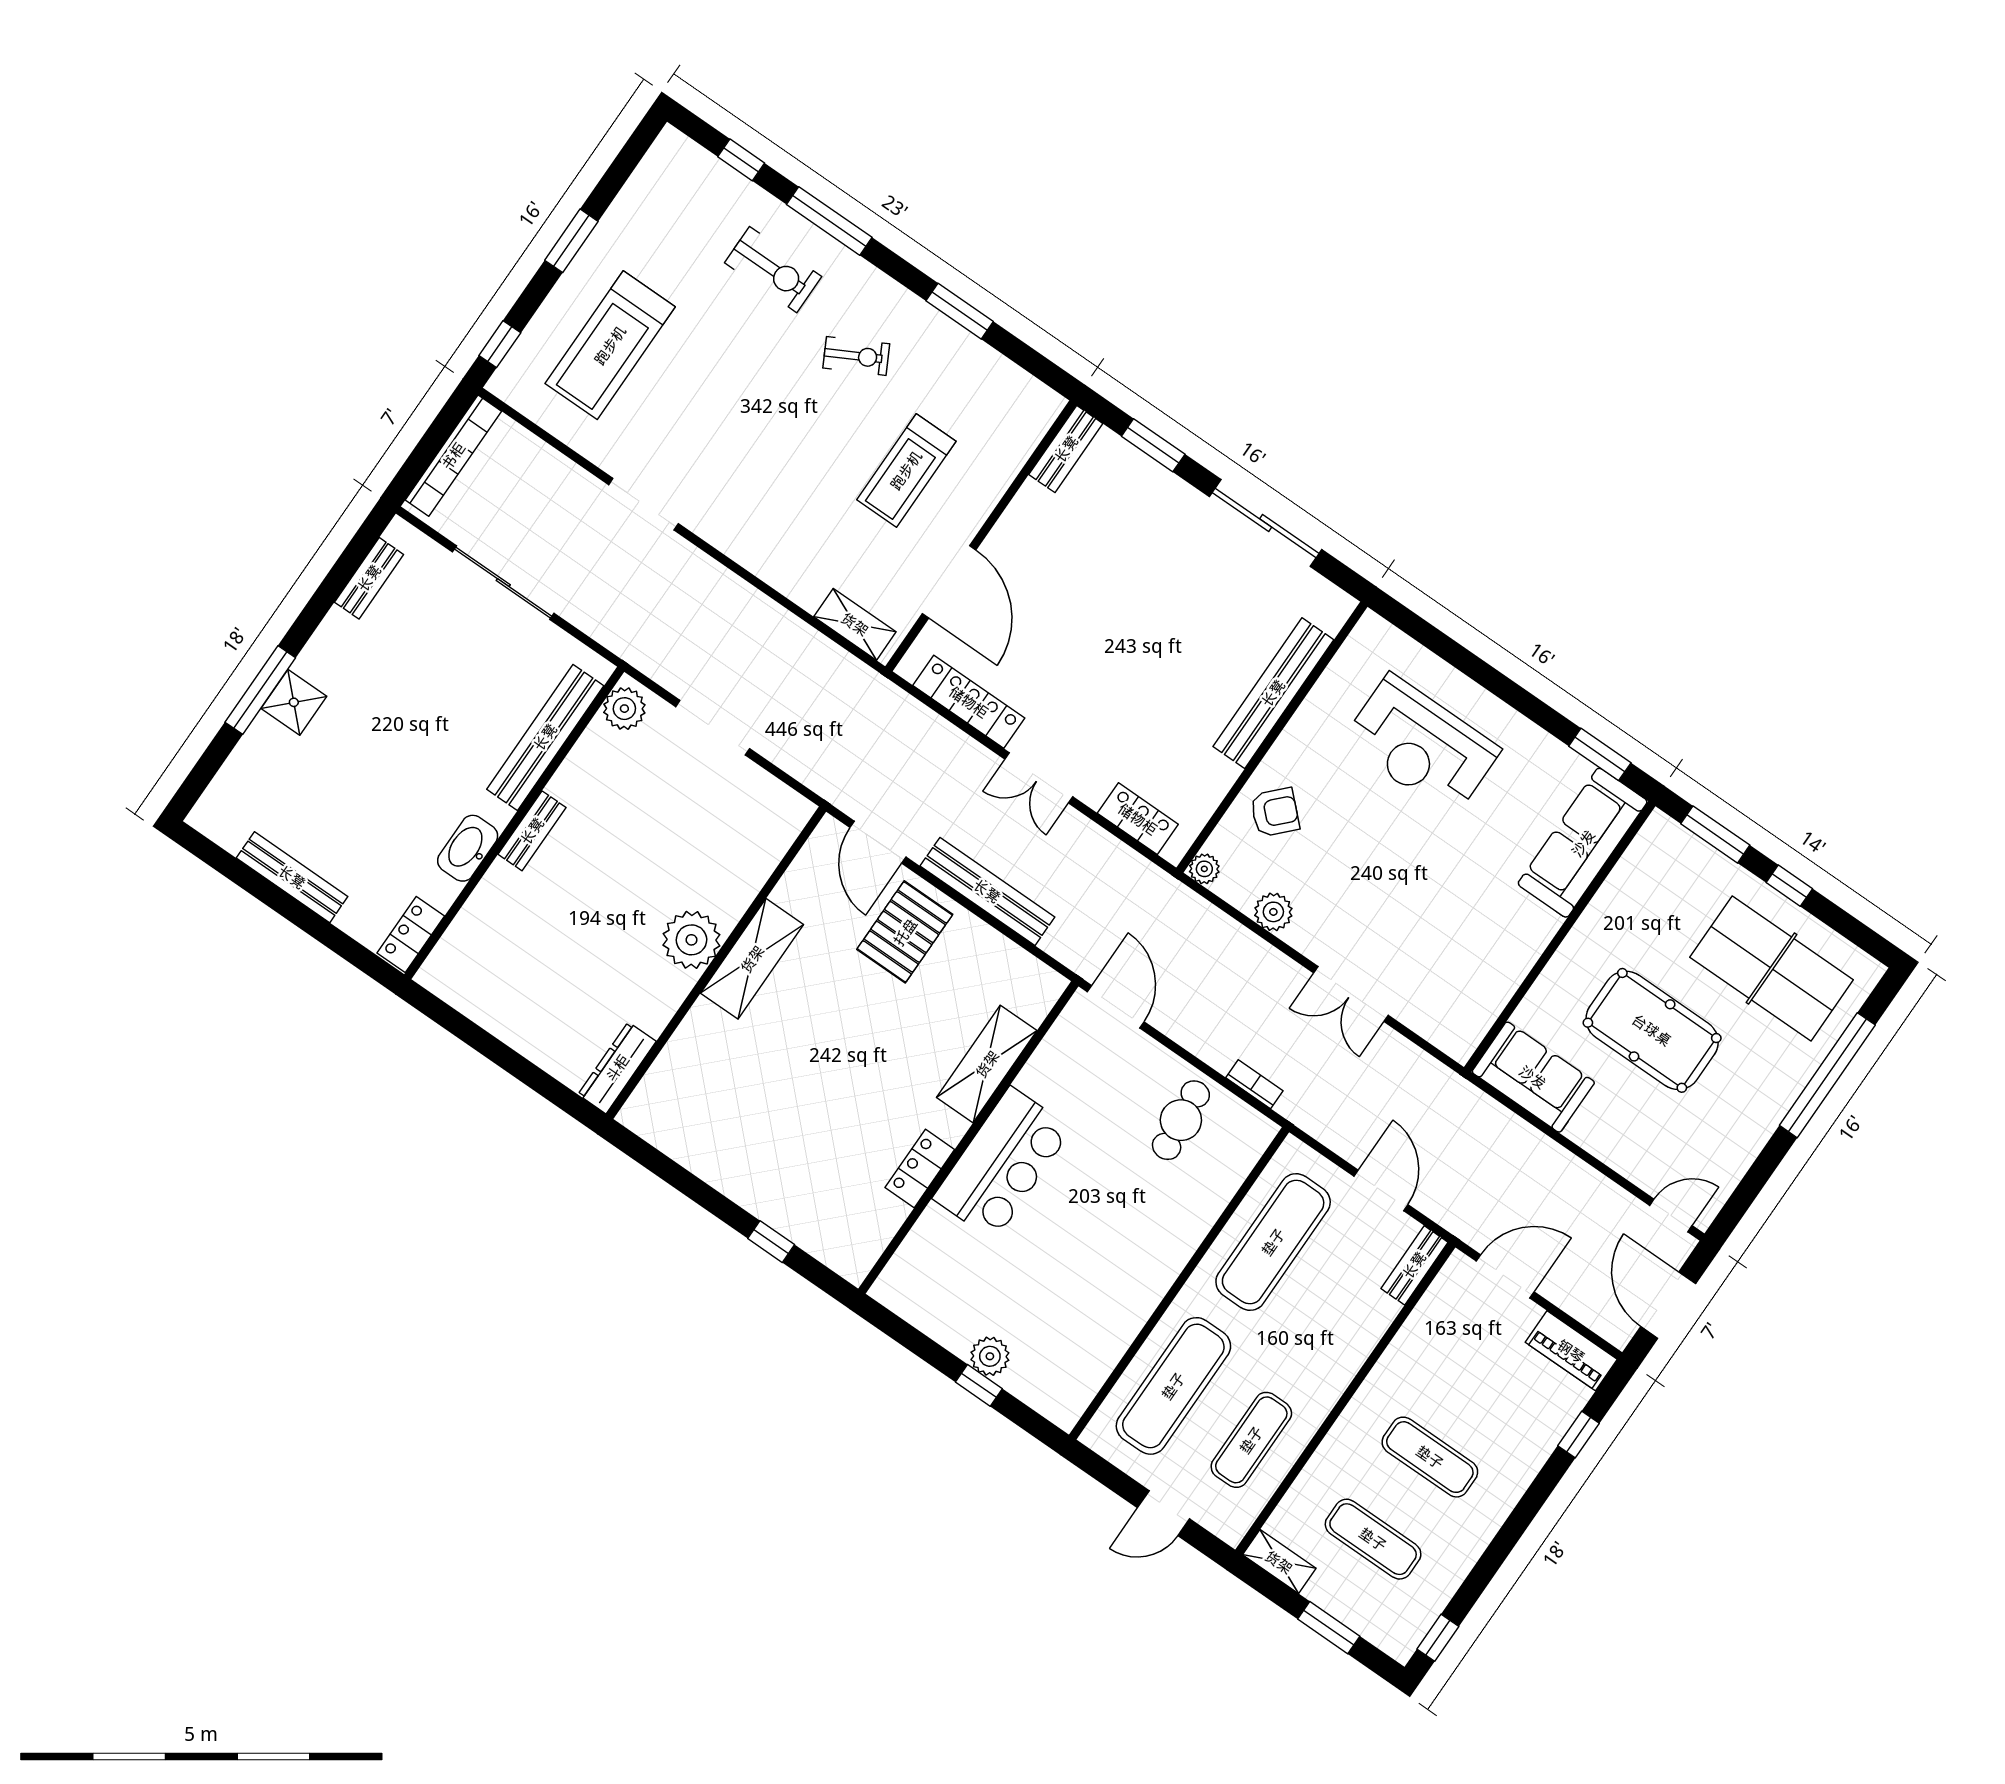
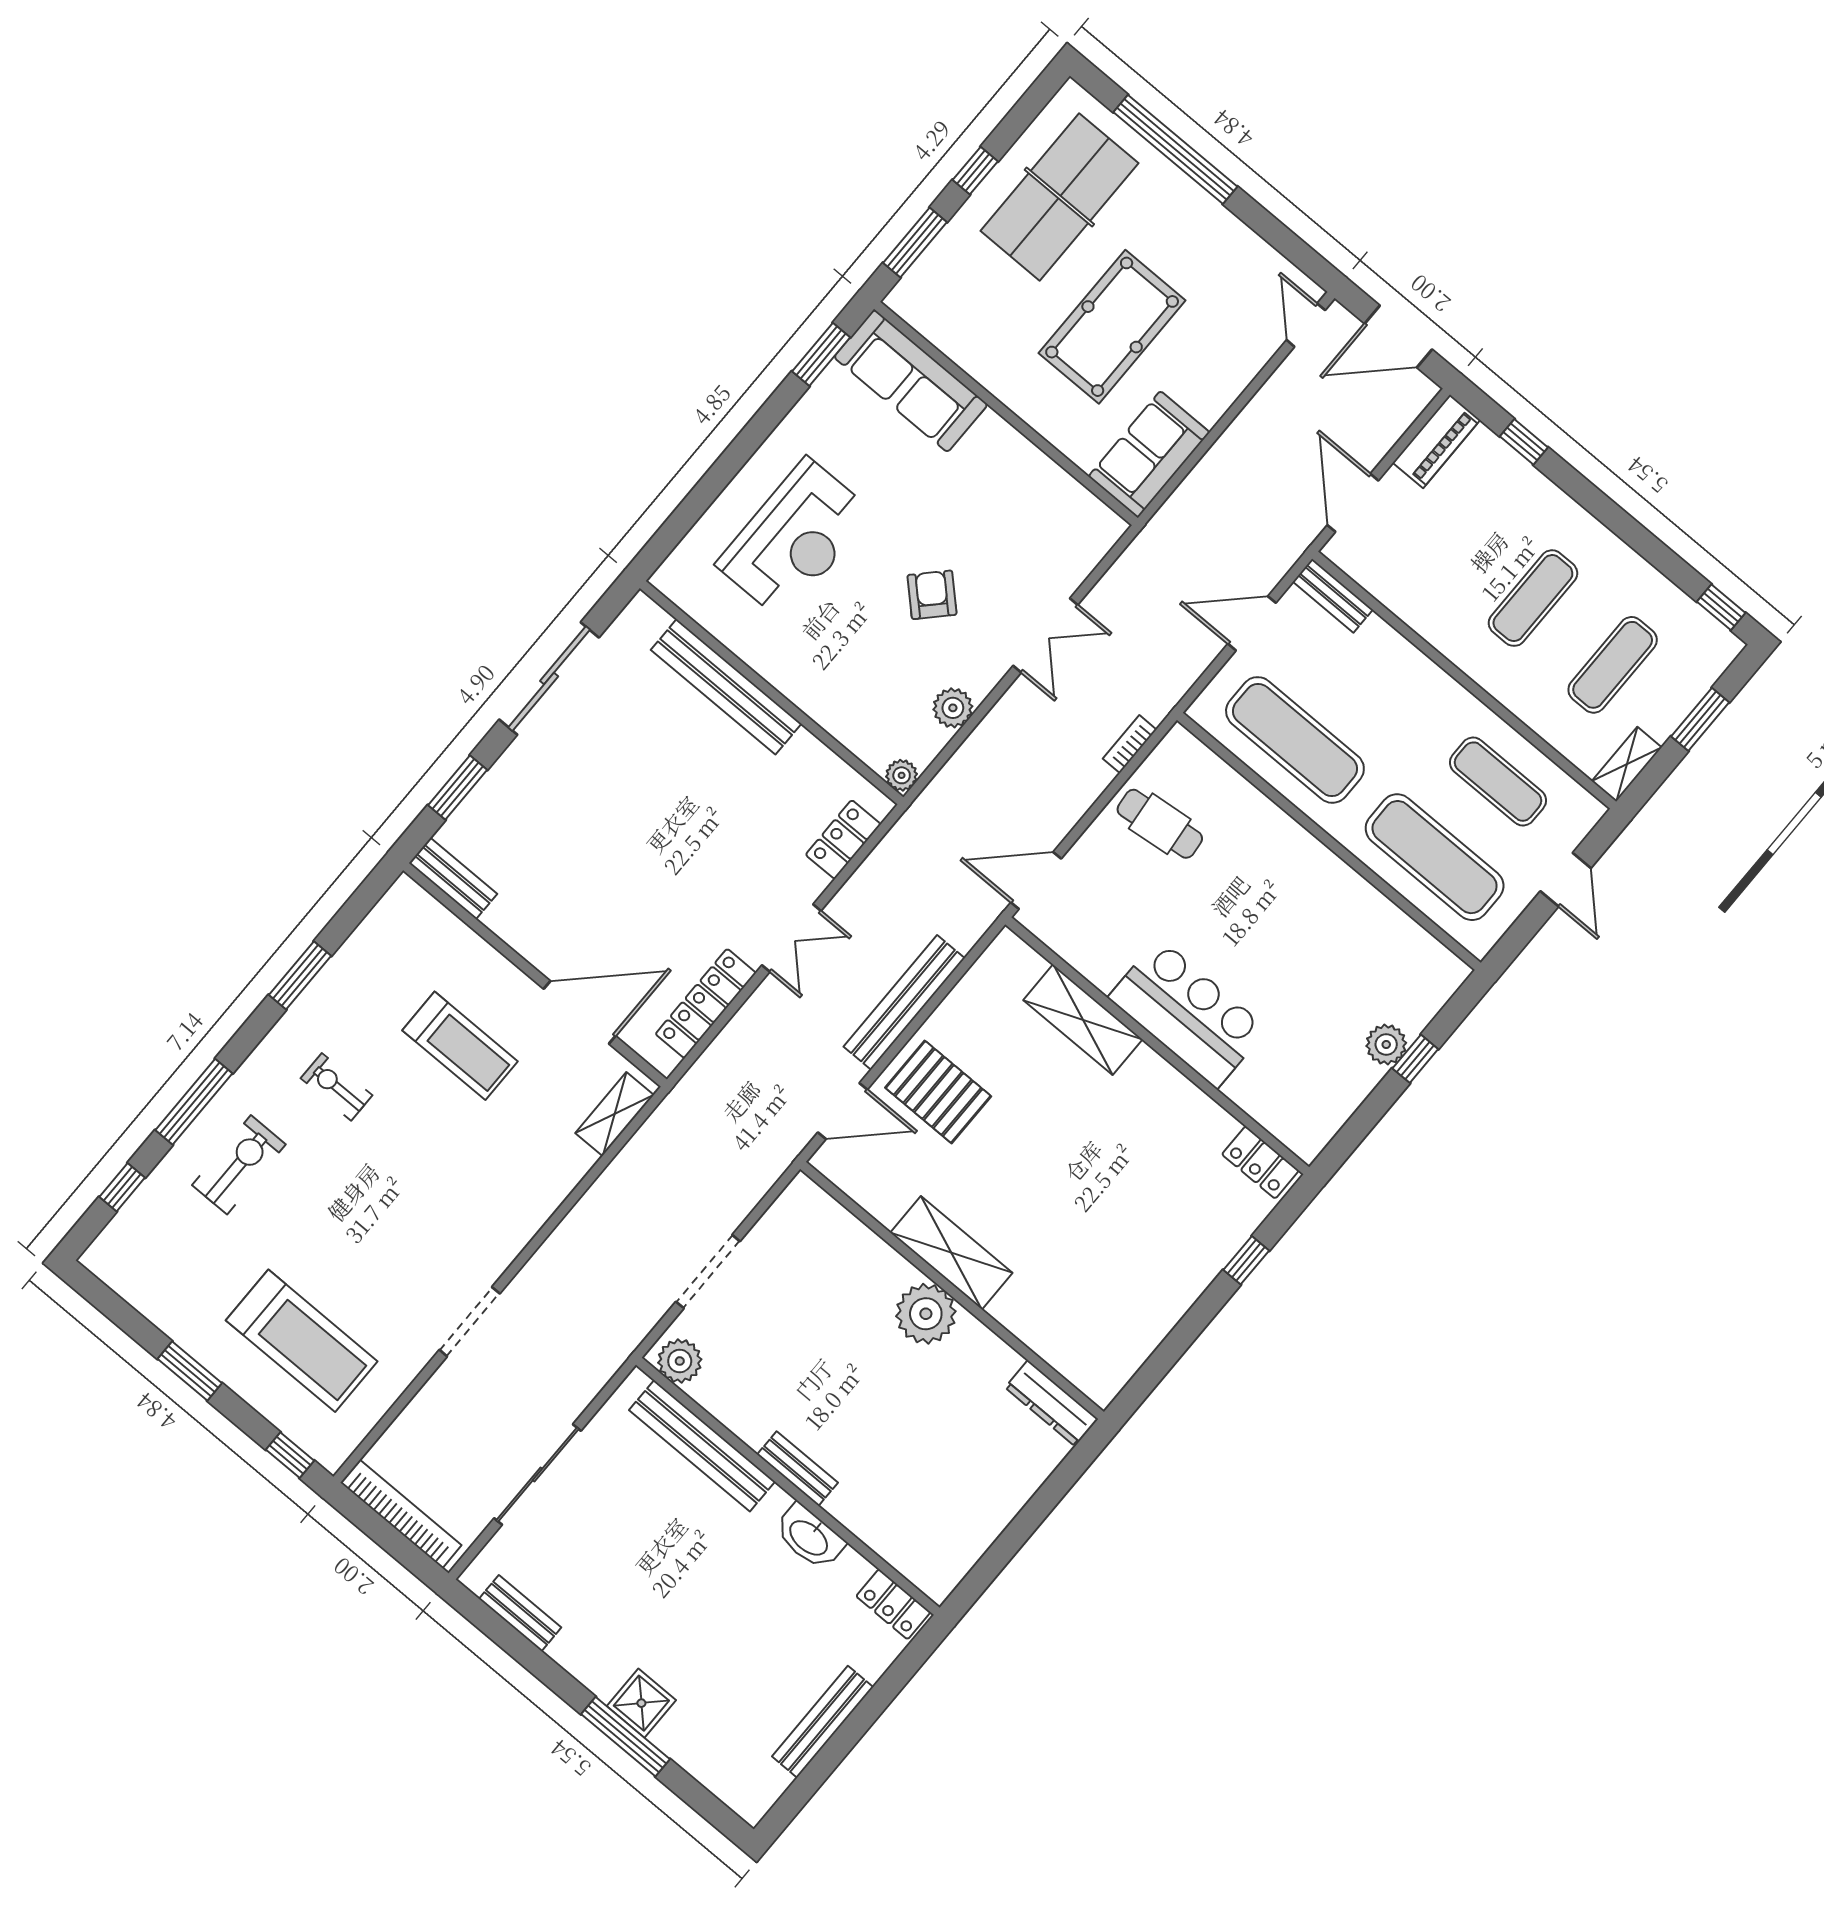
exercise bike: (856, 356) -> (336, 1087), turned -62
armchair: (1275, 812) -> (932, 595), moved
locker: (920, 1168) -> (1260, 1162), moved

